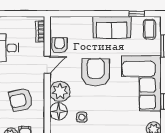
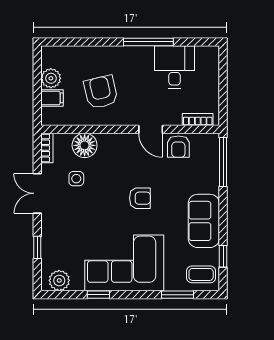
window: (70, 14) -> (223, 162), added
armchair: (59, 45) -> (178, 147), turned 90
armchair: (96, 72) -> (140, 198), width x0.53, depth x0.53
plant: (60, 91) -> (113, 147), removed

